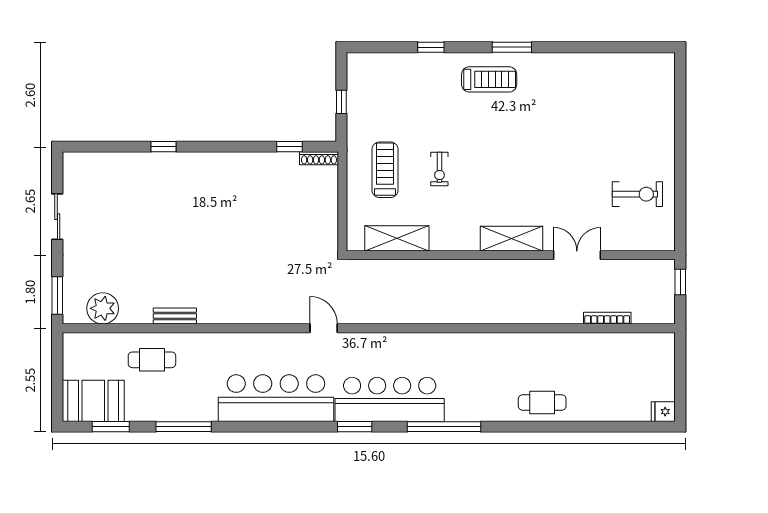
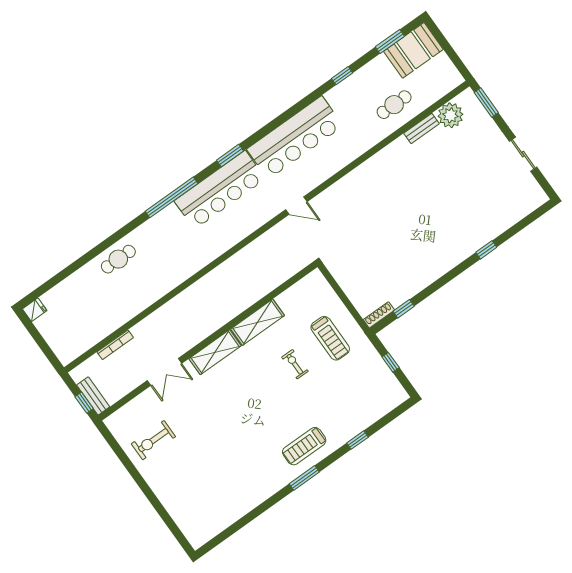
shelving: (397, 238) -> (258, 322), moved
bench: (666, 282) -> (93, 396), added
bench: (175, 316) -> (421, 128), moved
window: (184, 427) -> (342, 76), width x0.46

